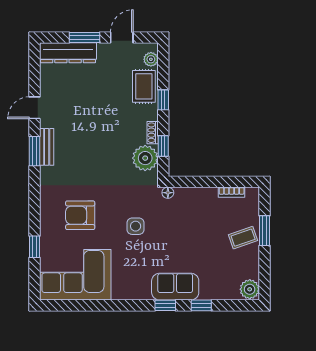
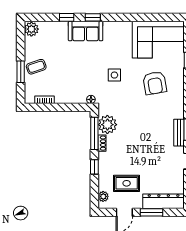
rug: (144, 86) -> (127, 183), moved, turned 90
window: (163, 146) -> (94, 133), width x2.17
armchair: (80, 215) -> (155, 83), turned 80

